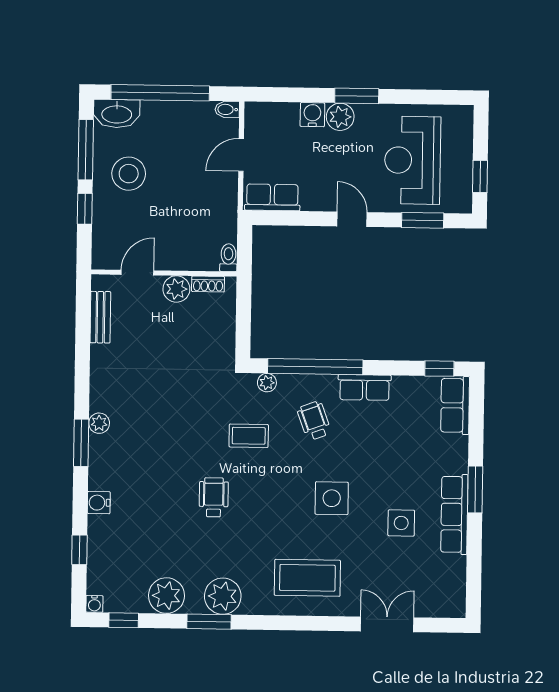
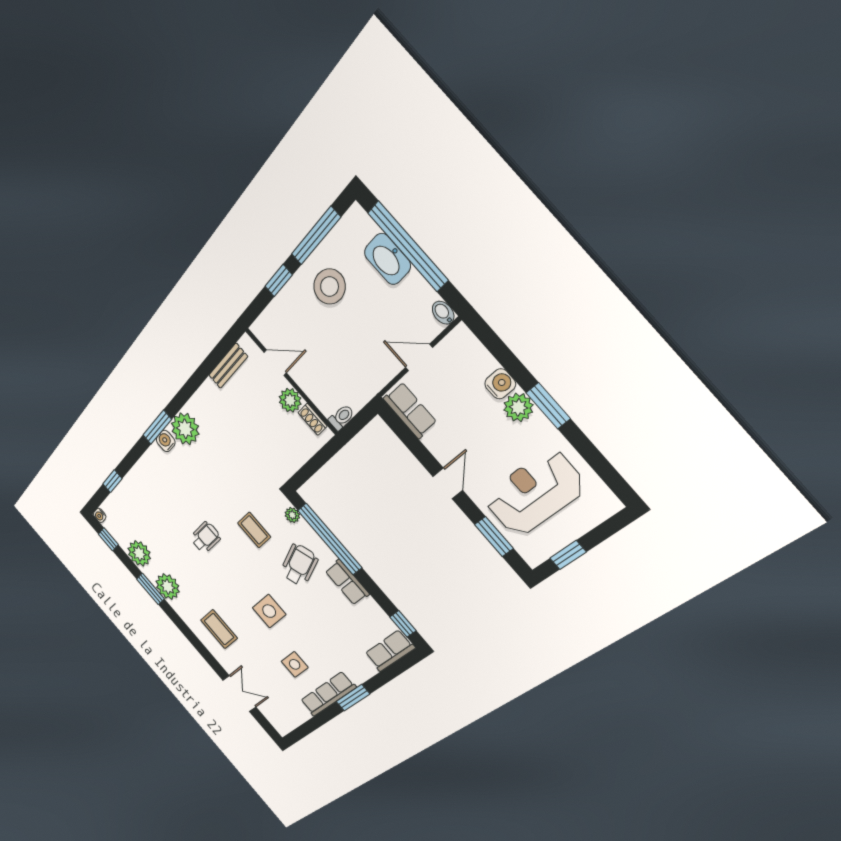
washbasin: (117, 114) -> (387, 259), moved
wheelchair: (314, 421) -> (299, 565), width x1.36, depth x1.37
plant: (99, 423) -> (185, 429), width x1.87, depth x1.87
water cooler: (99, 503) -> (166, 441), moved
coffee table: (307, 578) -> (219, 629), width x0.73, depth x0.76

